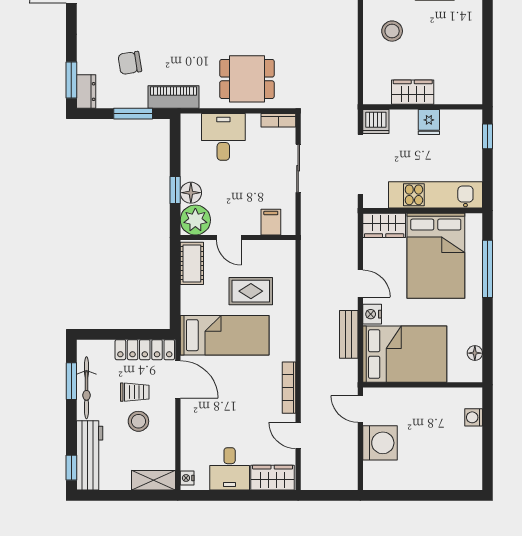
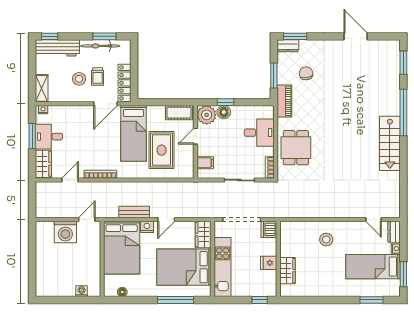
wardrobe: (413, 92) -> (288, 271), moved
rug: (251, 291) -> (162, 150), width x1.36, depth x1.43
window: (229, 495) -> (32, 136), added

